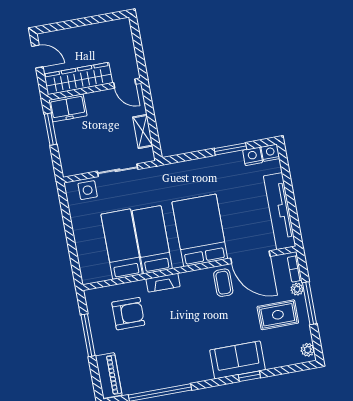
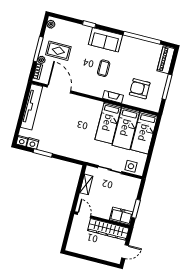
door: (37, 57) -> (125, 252), swing flipped
bed: (200, 230) -> (144, 133), moved, width x0.67
coffee table: (223, 283) -> (104, 68), moved
sofa: (237, 360) -> (105, 40), moved

